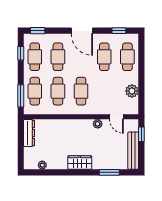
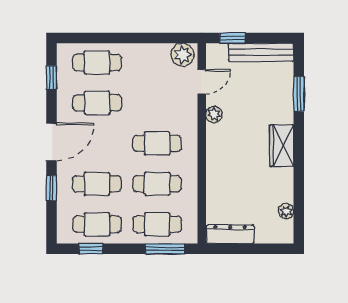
window: (38, 31) -> (51, 188), moved
plant: (132, 91) -> (183, 55), moved

